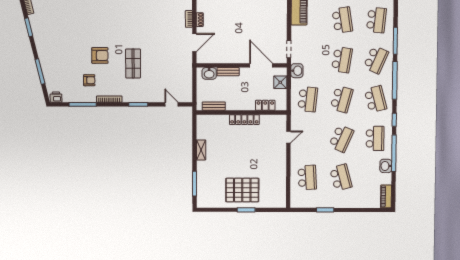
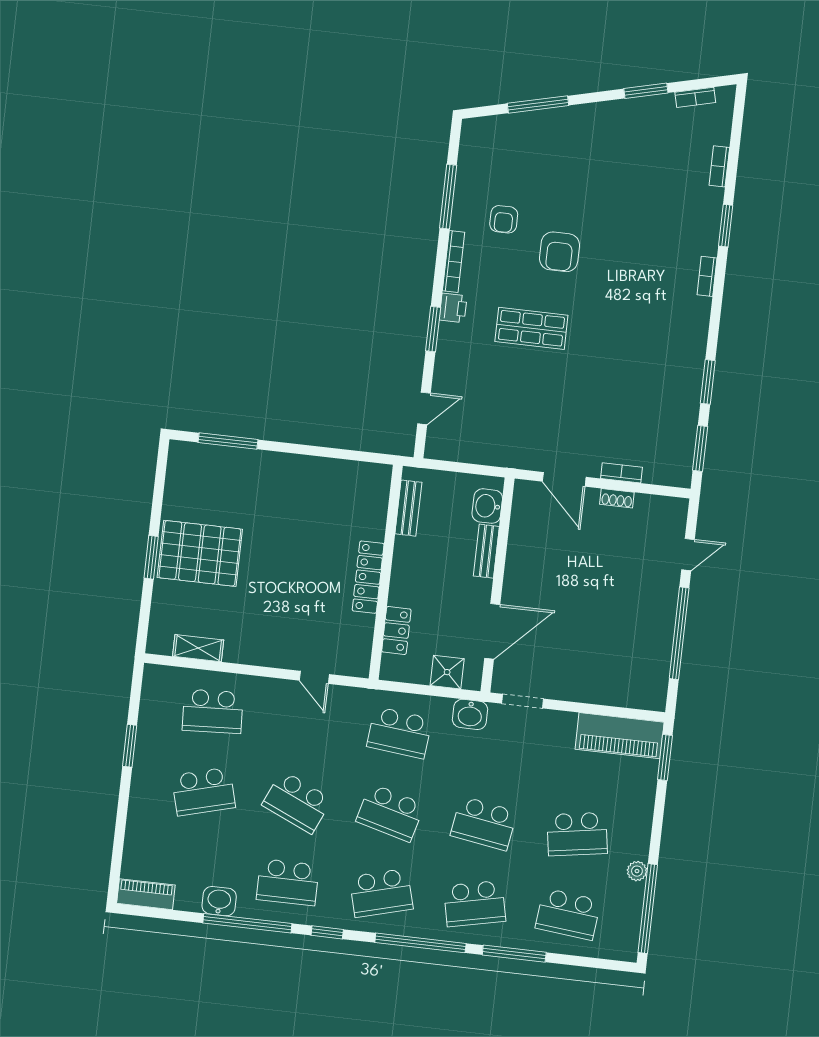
school desk: (376, 60) -> (475, 904), turned -36
printer: (56, 97) -> (453, 308), moved
shelving: (201, 150) -> (198, 648), moved
pallet: (242, 190) -> (200, 553), turned 90

